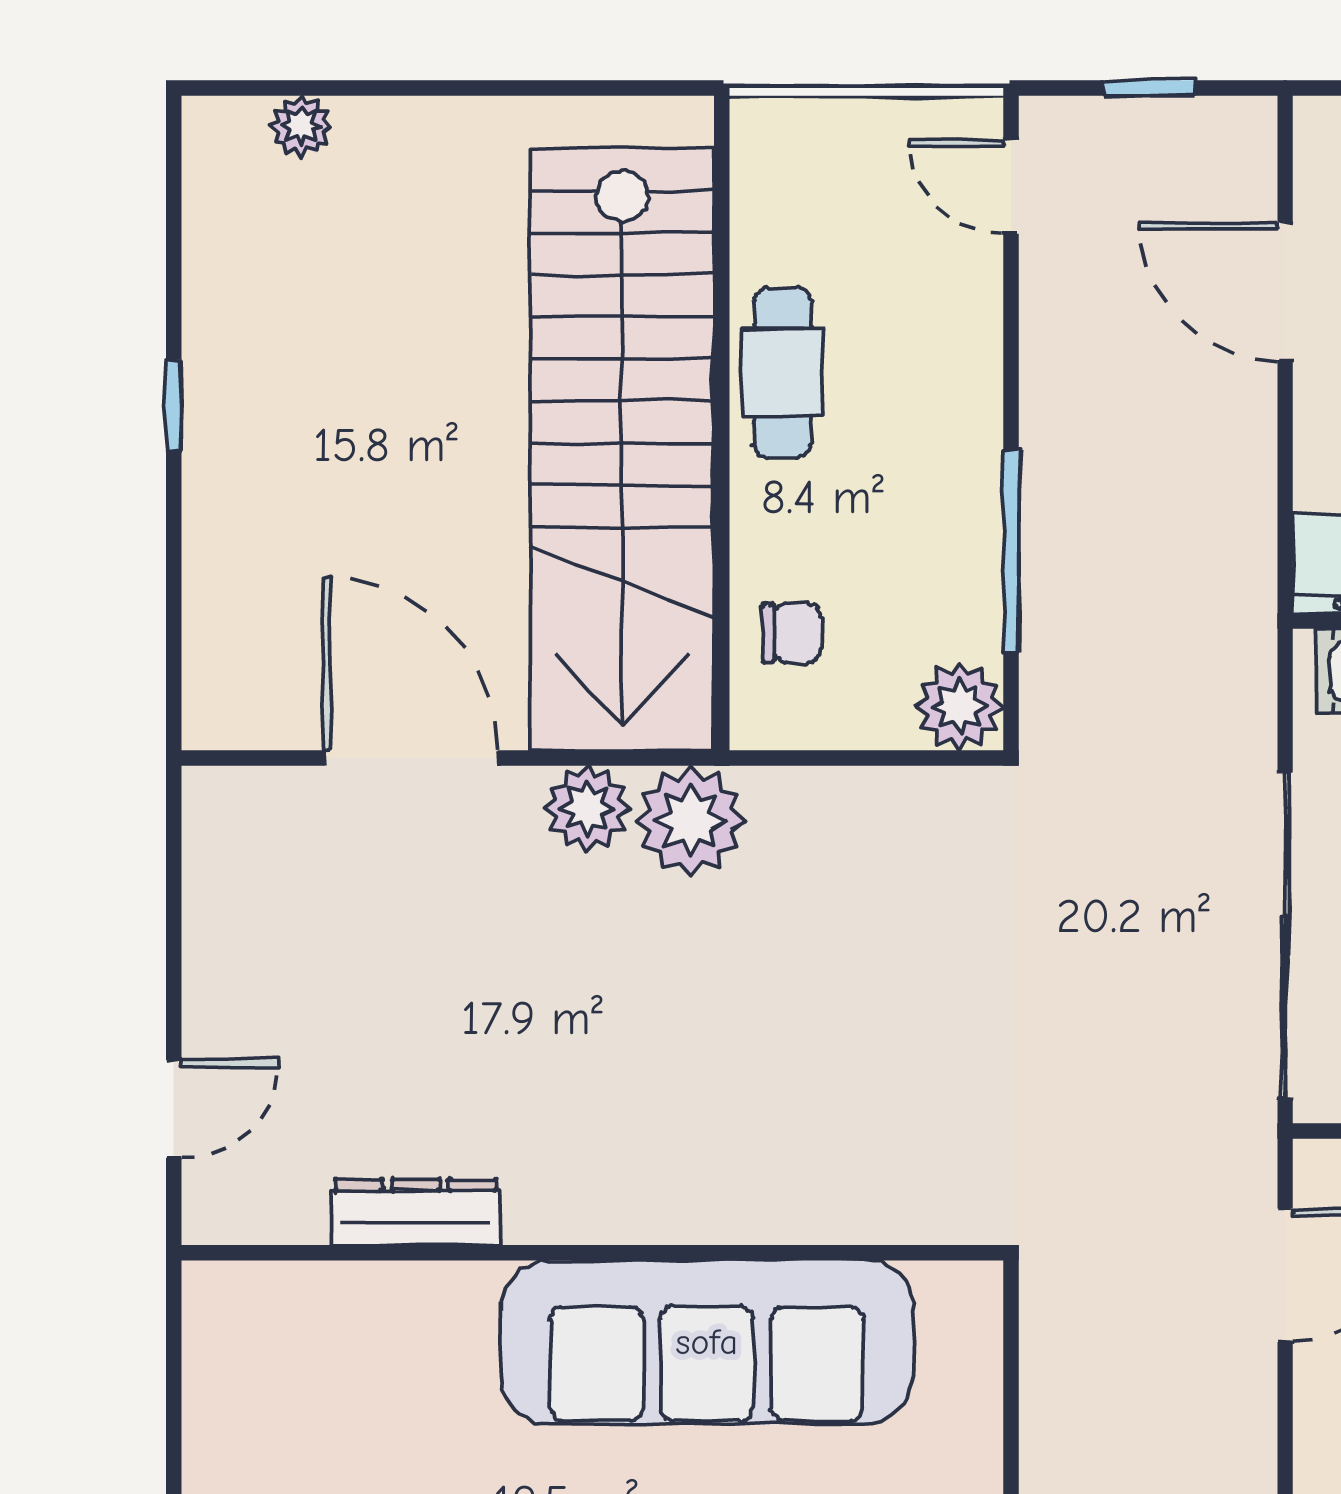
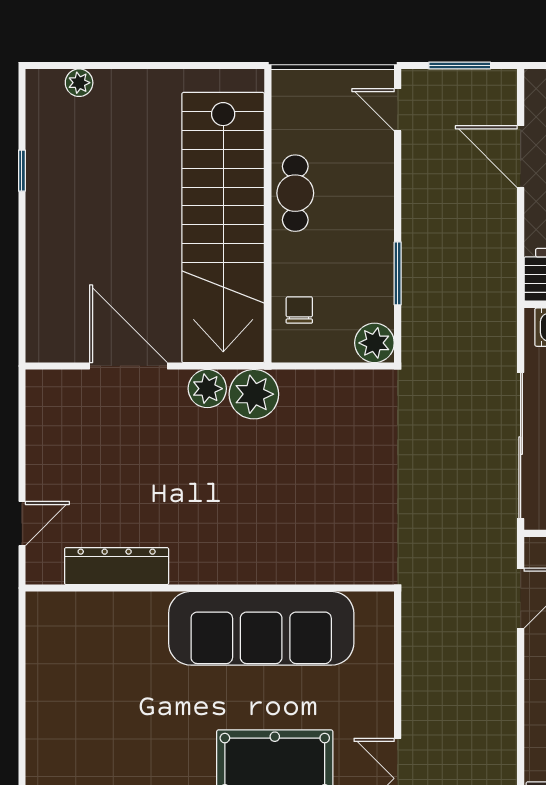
window: (1149, 88) -> (460, 65), width x1.50
window: (174, 406) -> (22, 171), moved
window: (1011, 551) -> (398, 273), width x0.69
chair: (792, 633) -> (299, 310), turned -90
dresser: (416, 1212) -> (117, 566), width x1.37, depth x1.24

